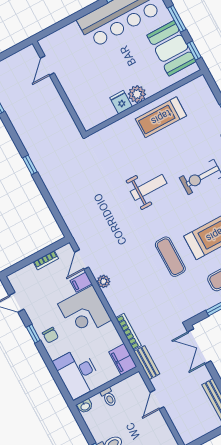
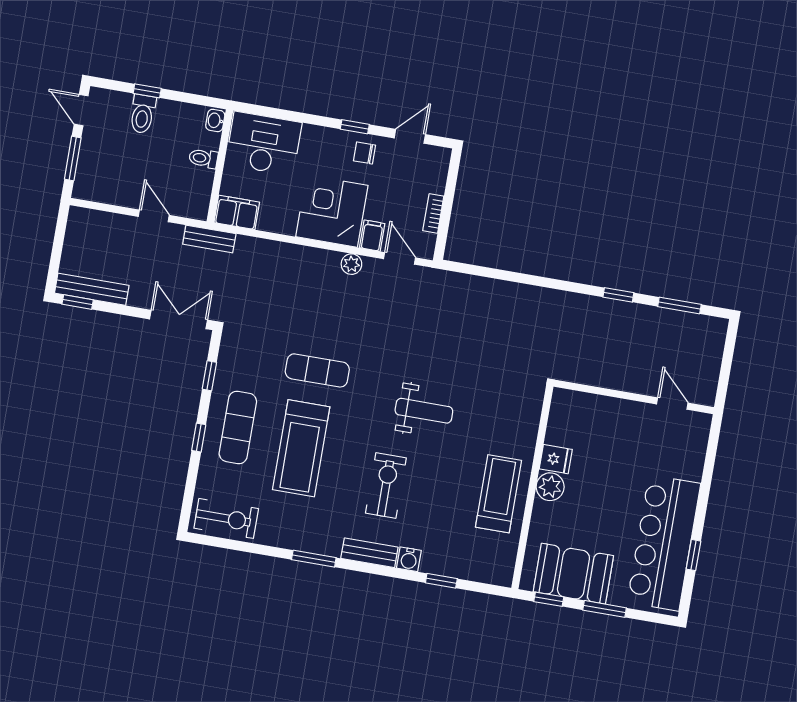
window: (30, 165) -> (618, 295), moved
weight bench: (149, 187) -> (424, 411), turned -90
bookcase: (129, 332) -> (265, 246), removed
chair: (50, 335) -> (364, 153), moved

